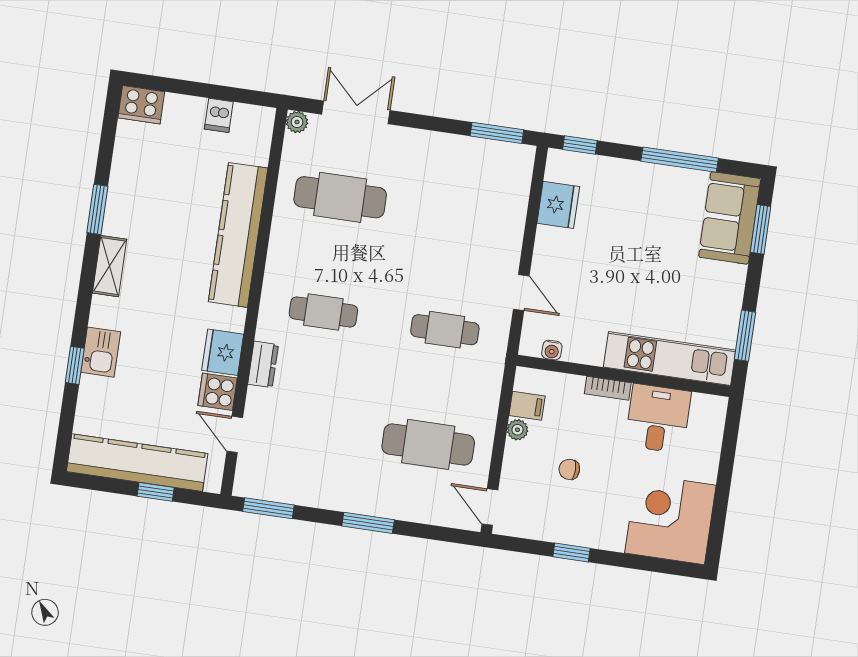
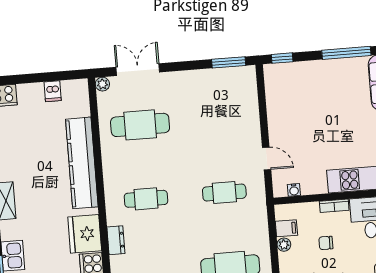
fridge: (558, 205) -> (277, 99), removed
fridge: (223, 352) -> (85, 234), width x1.36, depth x1.34
chair: (569, 469) -> (326, 243), moved

